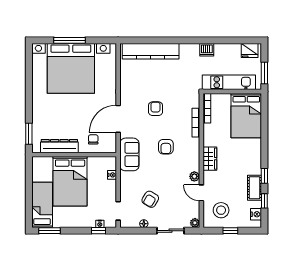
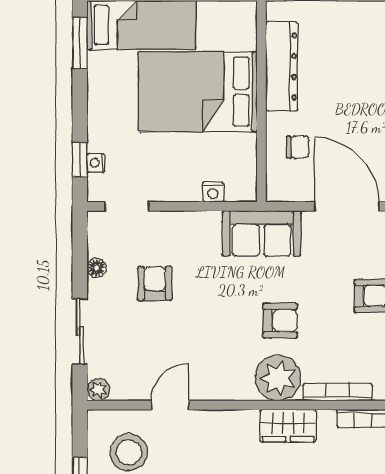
armchair: (166, 147) -> (280, 321), turned 180
wardrobe: (210, 159) -> (288, 426), moved
plant: (194, 176) -> (278, 378), moved, width x1.87, depth x1.87
armchair: (150, 199) -> (155, 283), turned 59

